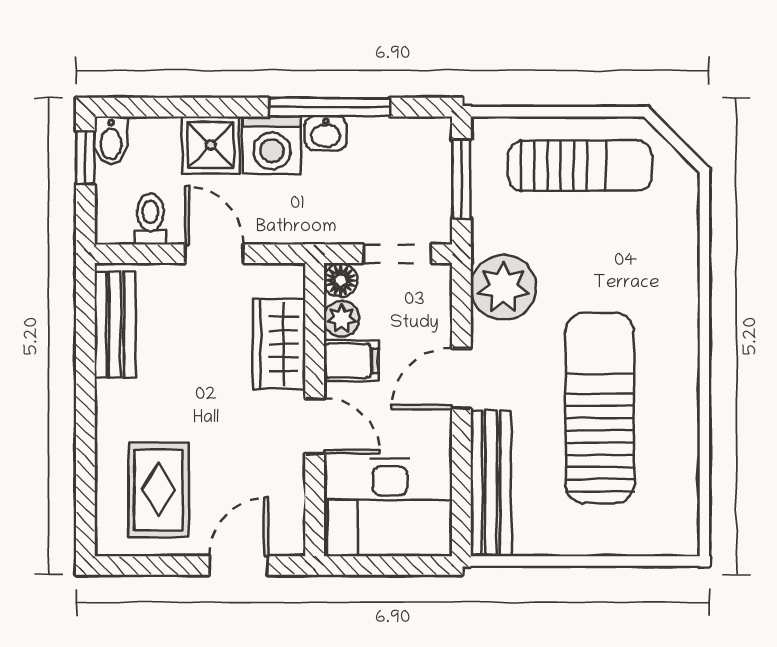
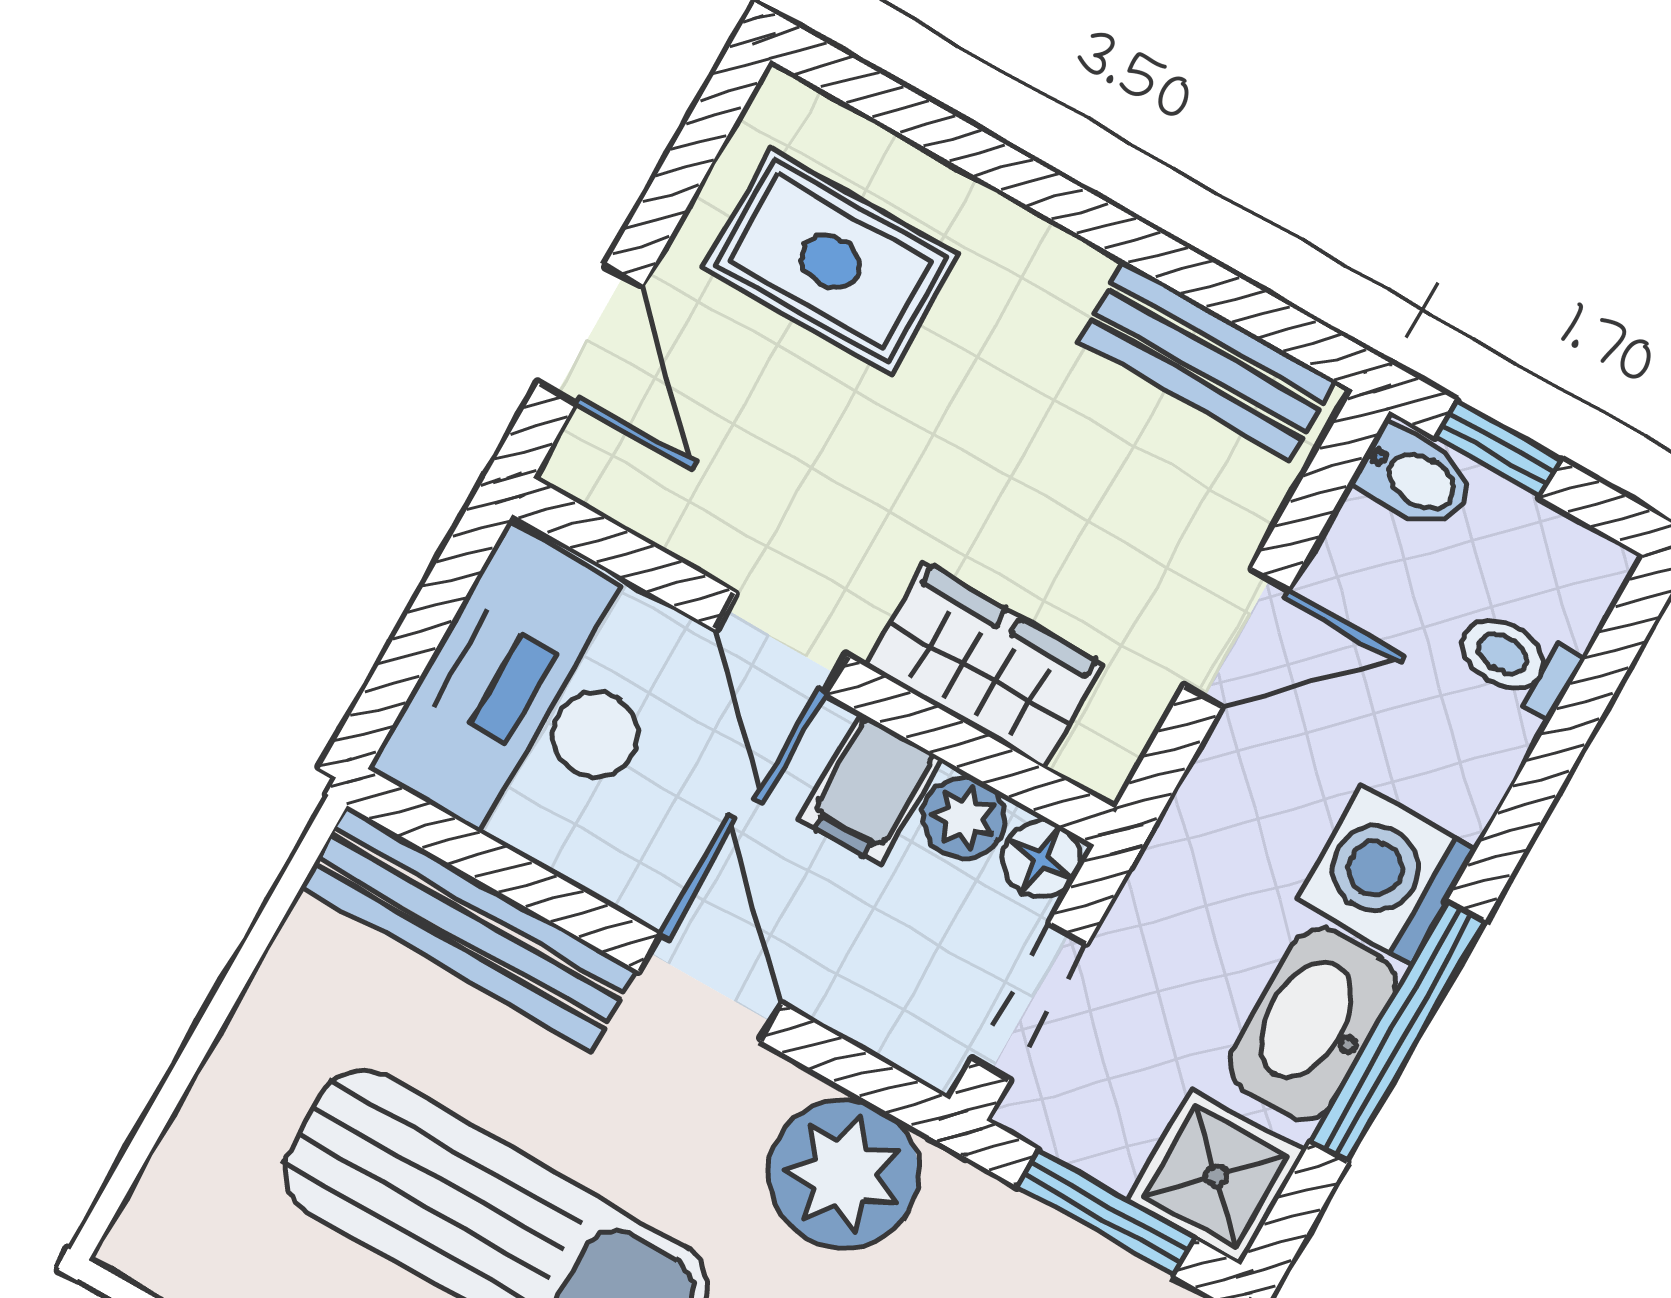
washbasin: (326, 133) -> (1313, 1024), width x1.91, depth x1.45
bidet: (111, 140) -> (1415, 478), moved, turned 180
shower: (211, 145) -> (1216, 1176), moved
window: (85, 158) -> (1498, 448), moved
toilet: (150, 219) -> (1516, 662), moved, turned 180
door: (315, 426) -> (781, 643), hinge flipped

